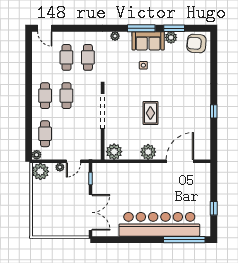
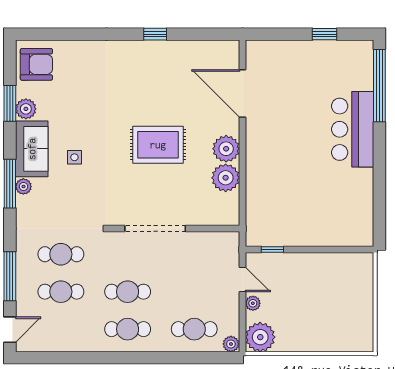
window: (75, 28) -> (10, 276), added
window: (141, 28) -> (10, 184), moved
plant: (115, 36) -> (23, 186), moved
armchair: (196, 43) -> (36, 64), turned -95
rug: (150, 113) -> (158, 145), width x1.36, depth x1.43
plant: (114, 152) -> (226, 178), moved
double door: (91, 212) -> (332, 250), removed
bar counter: (159, 224) -> (353, 129), width x0.54

